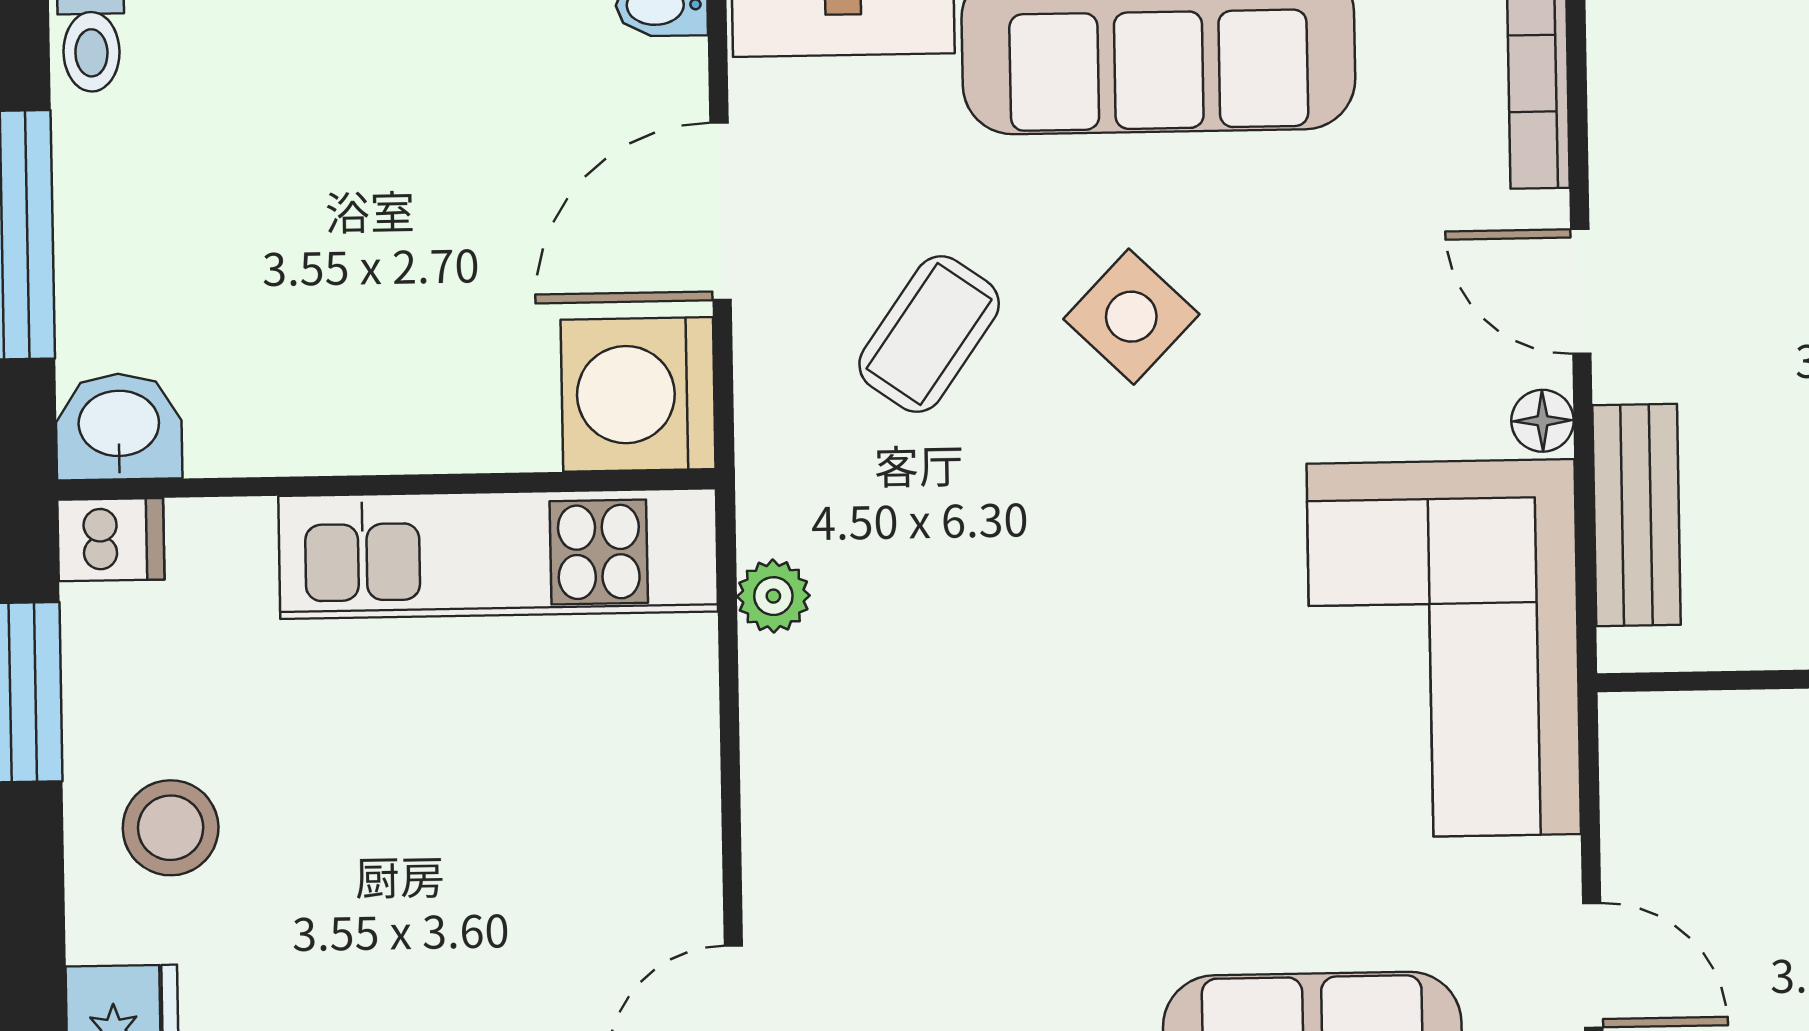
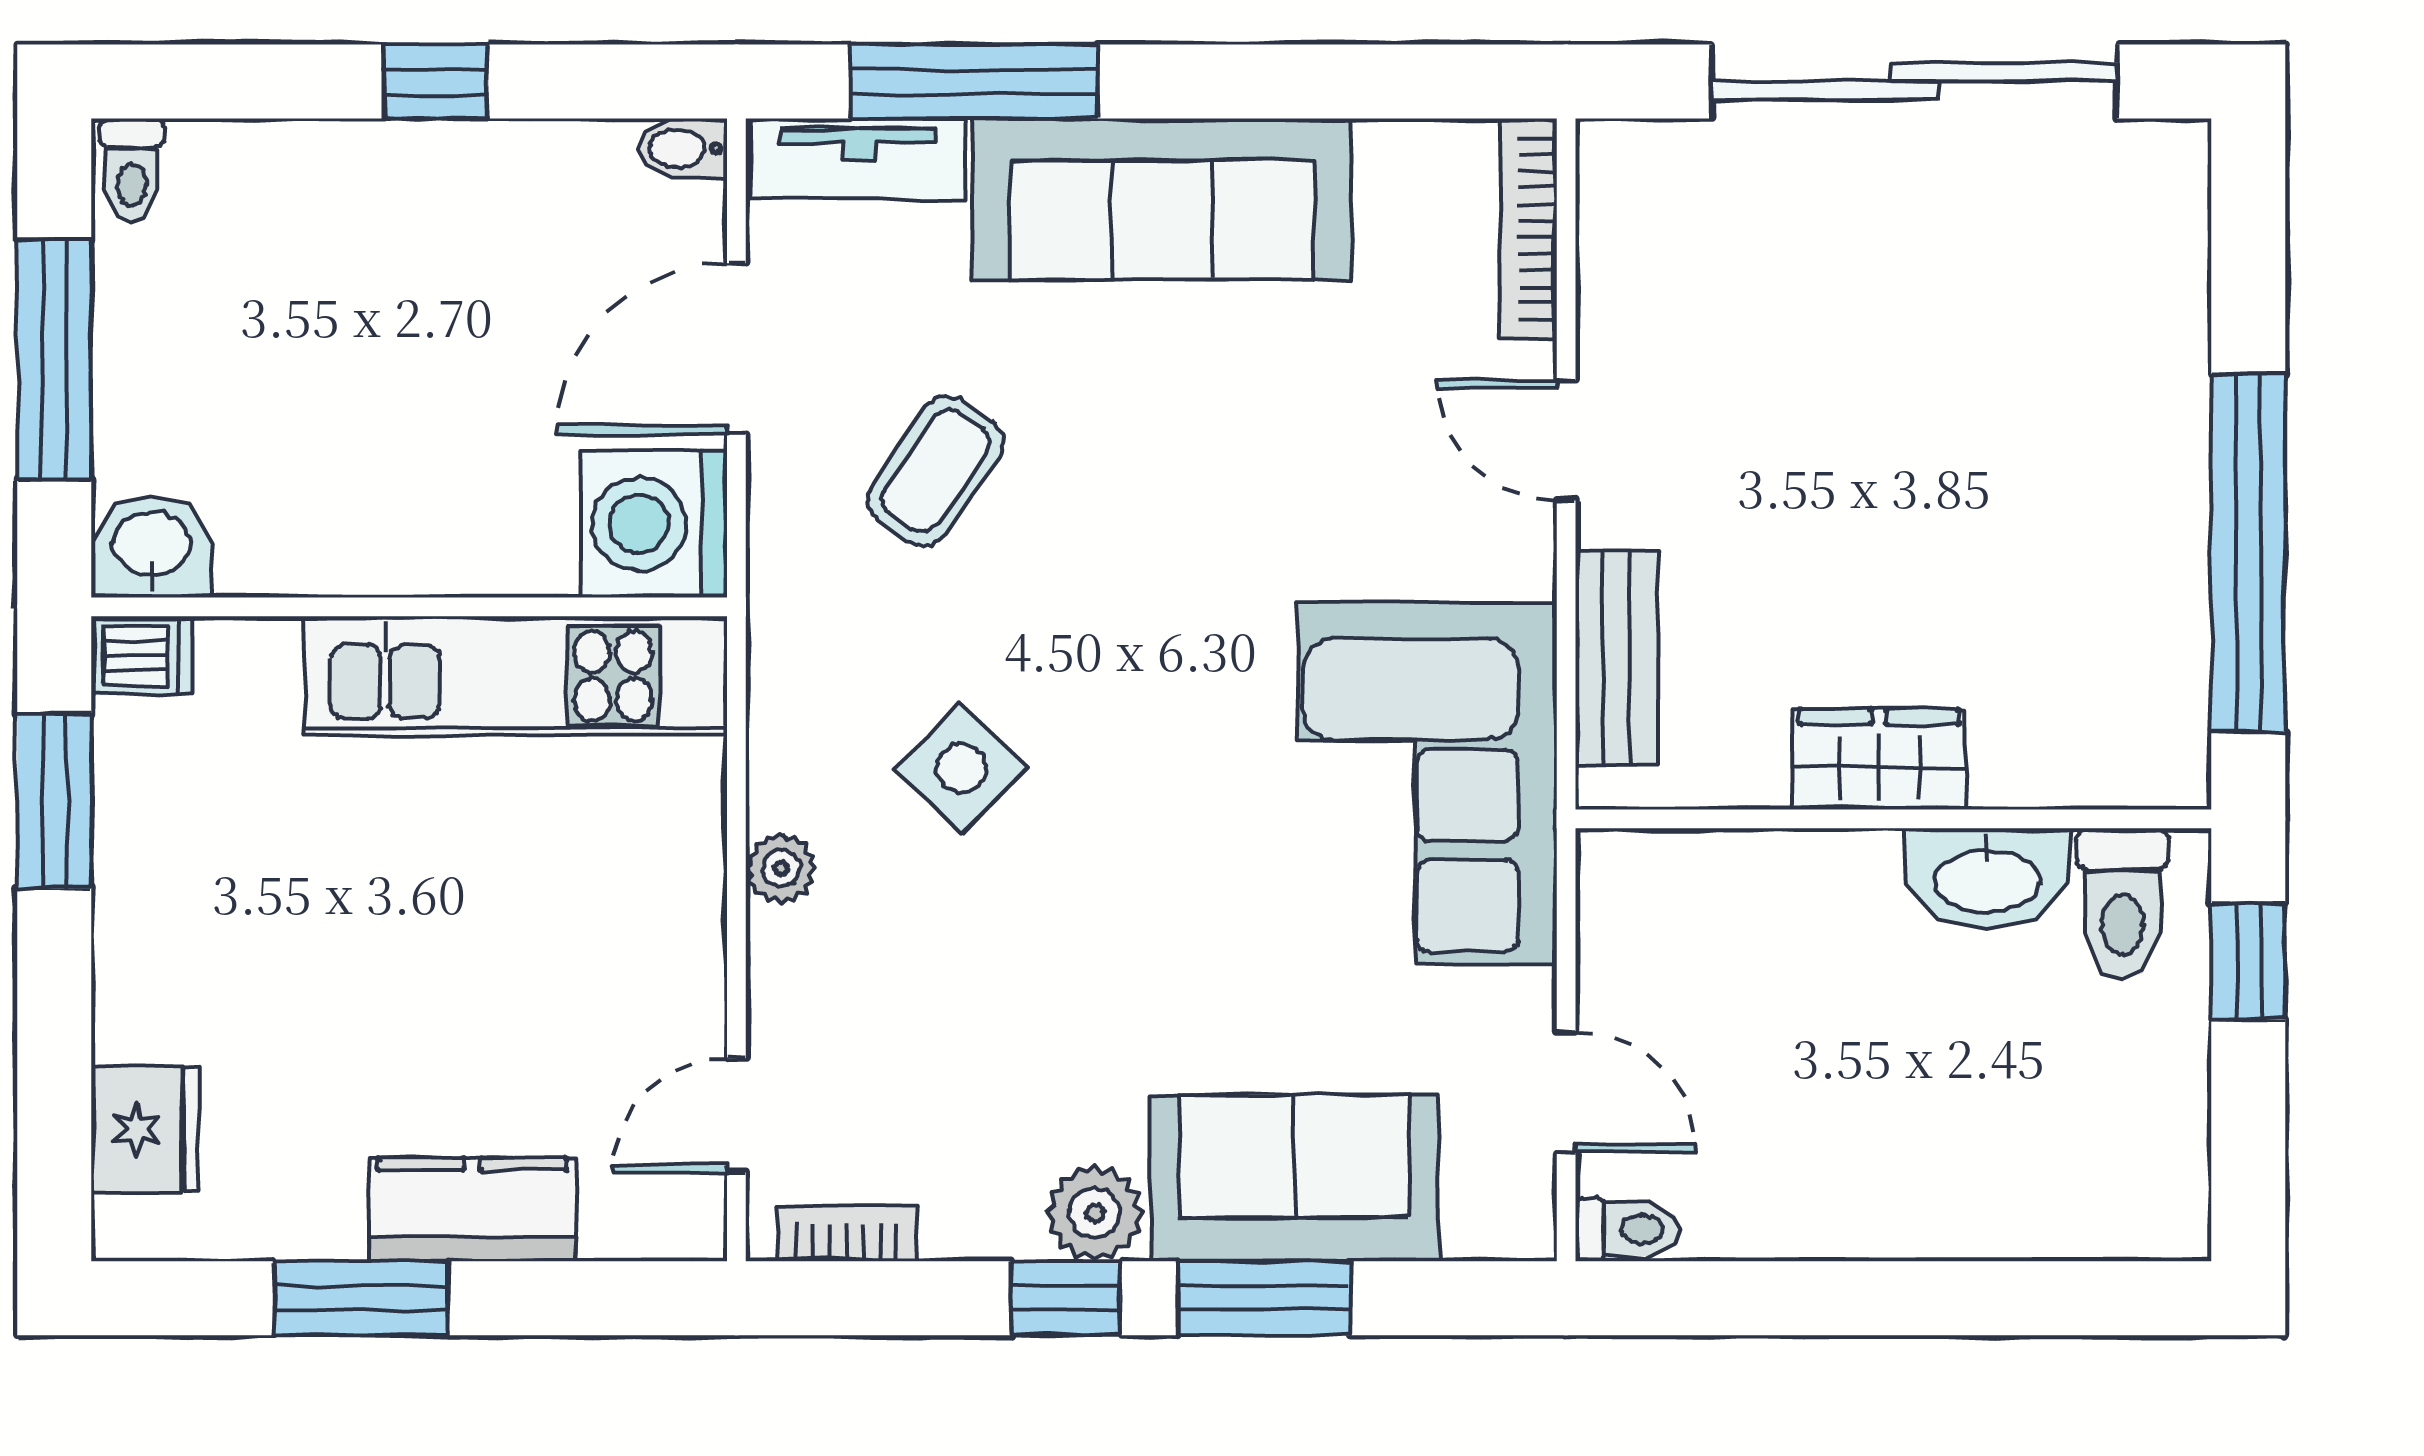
side table: (1131, 317) -> (961, 768), moved
floor lamp: (1542, 421) -> (1527, 565), removed
plant: (773, 596) -> (781, 868), moved
stool: (171, 828) -> (195, 935), removed

